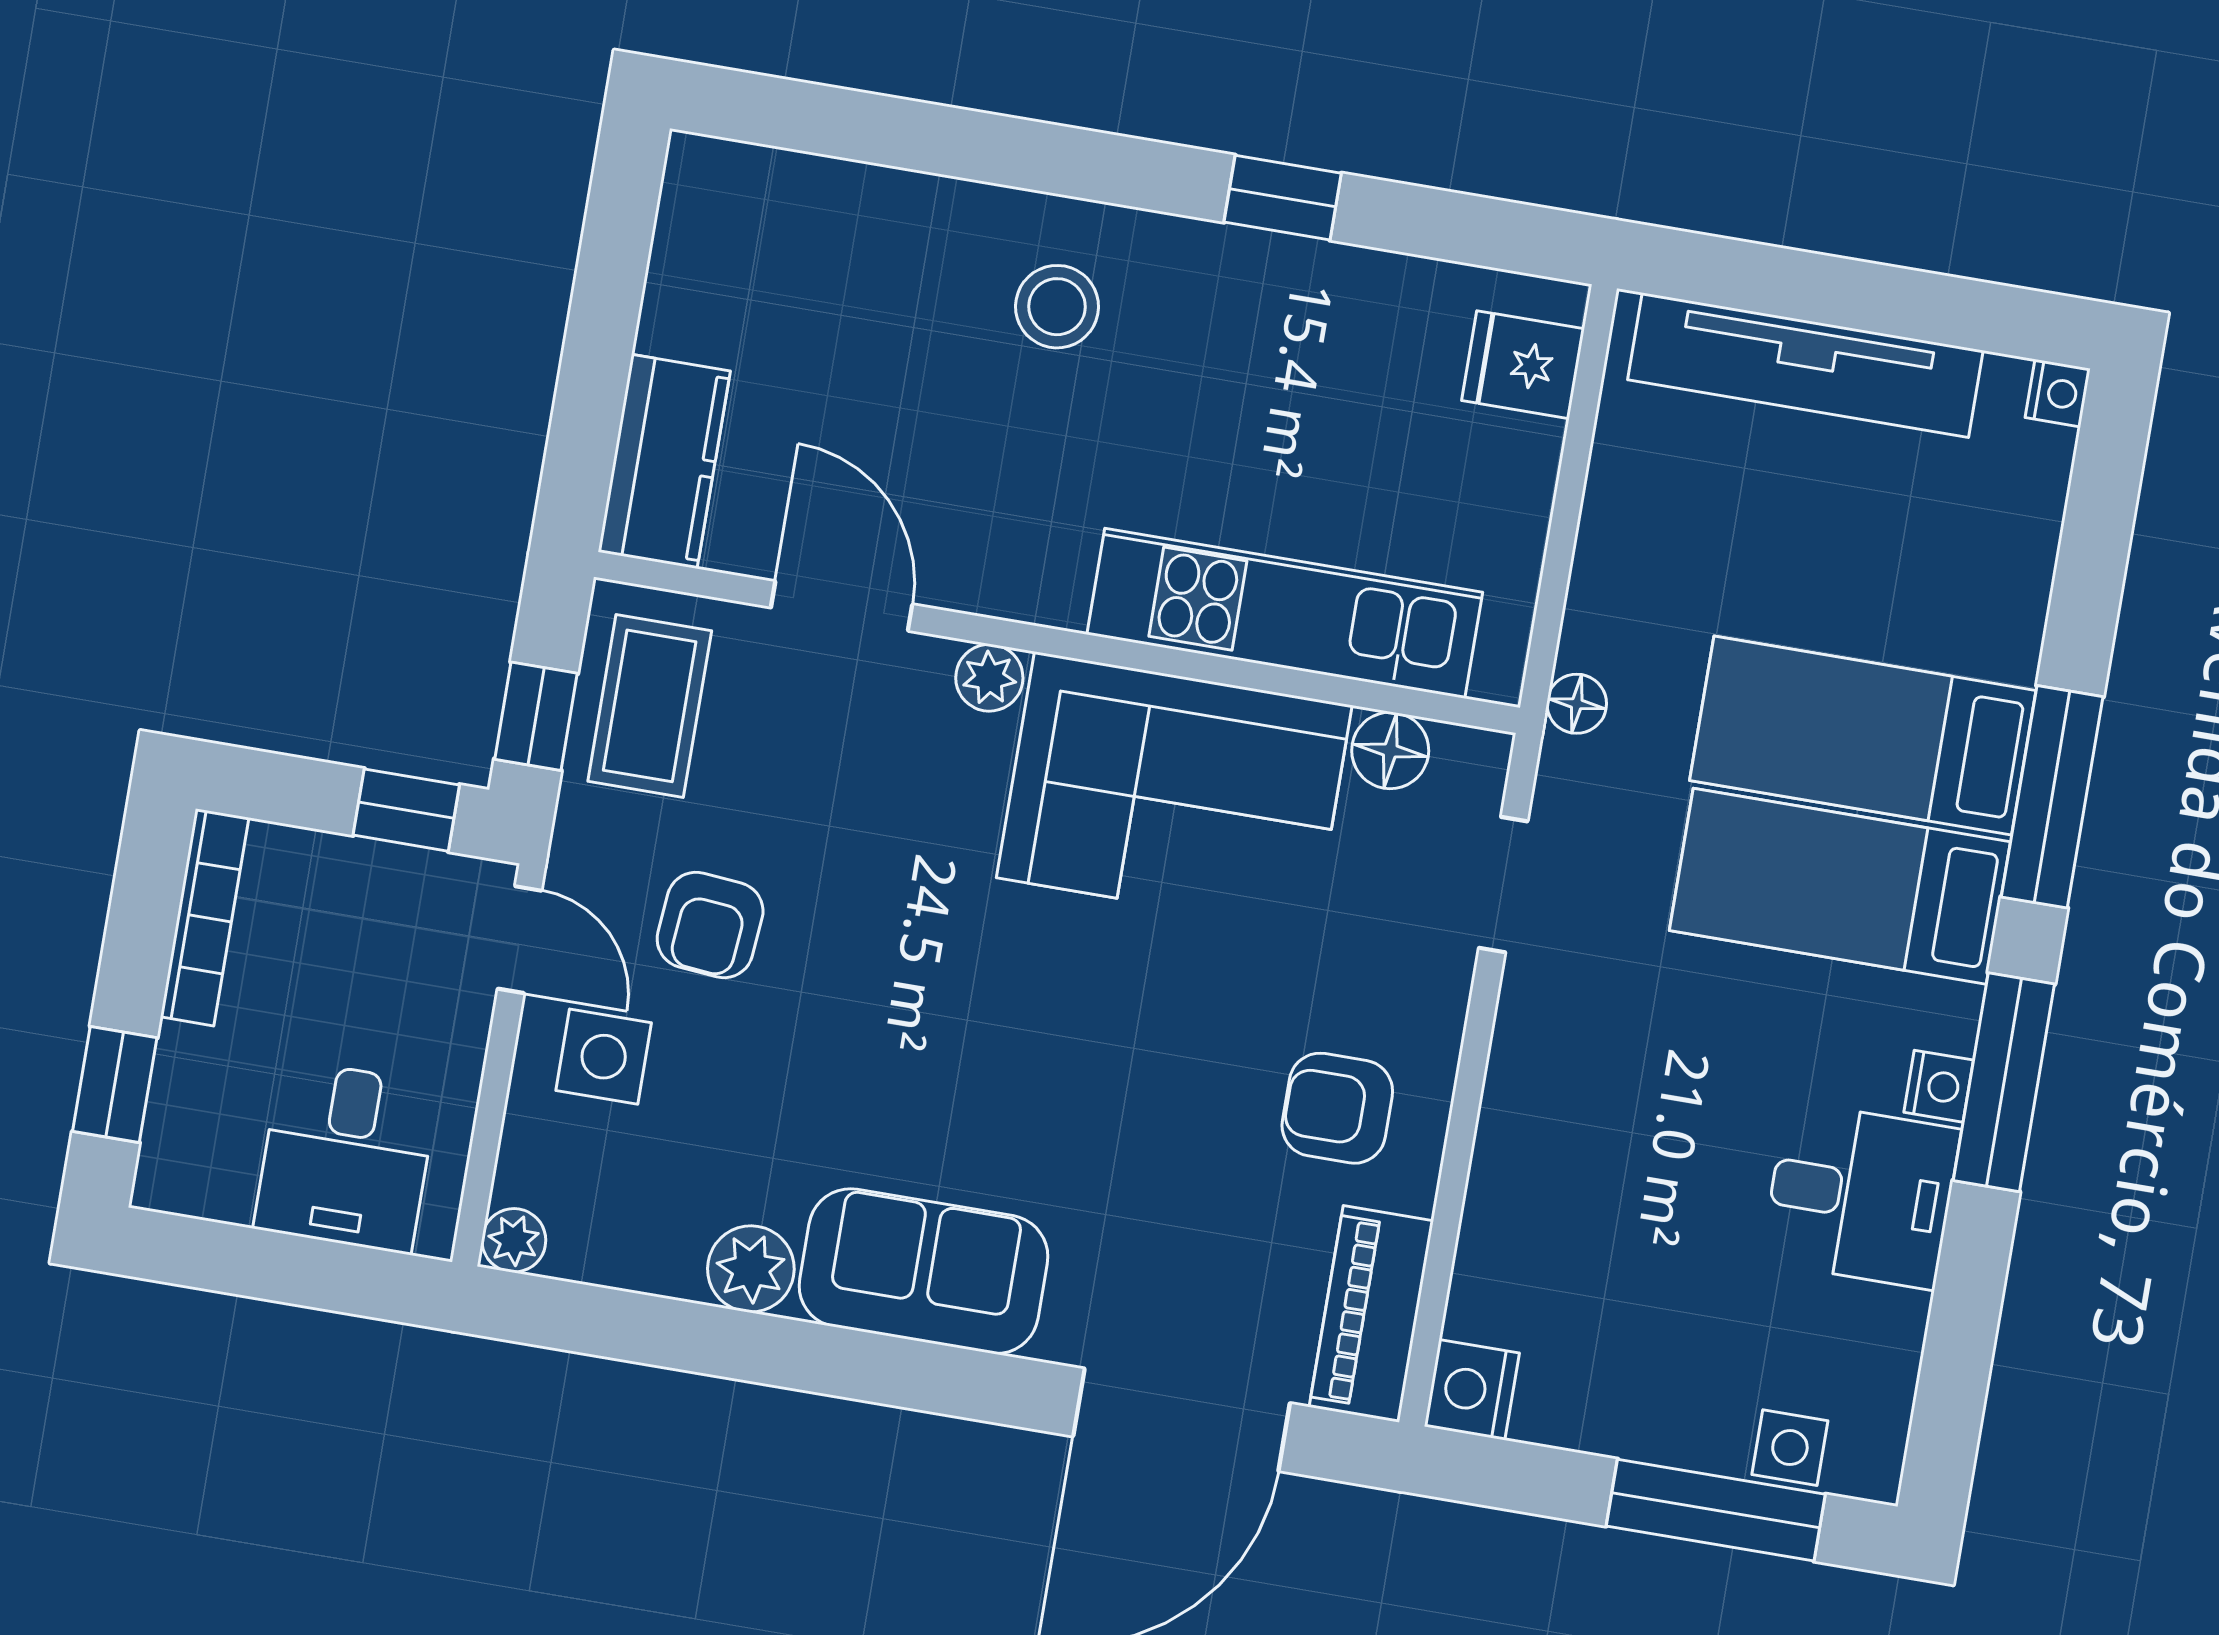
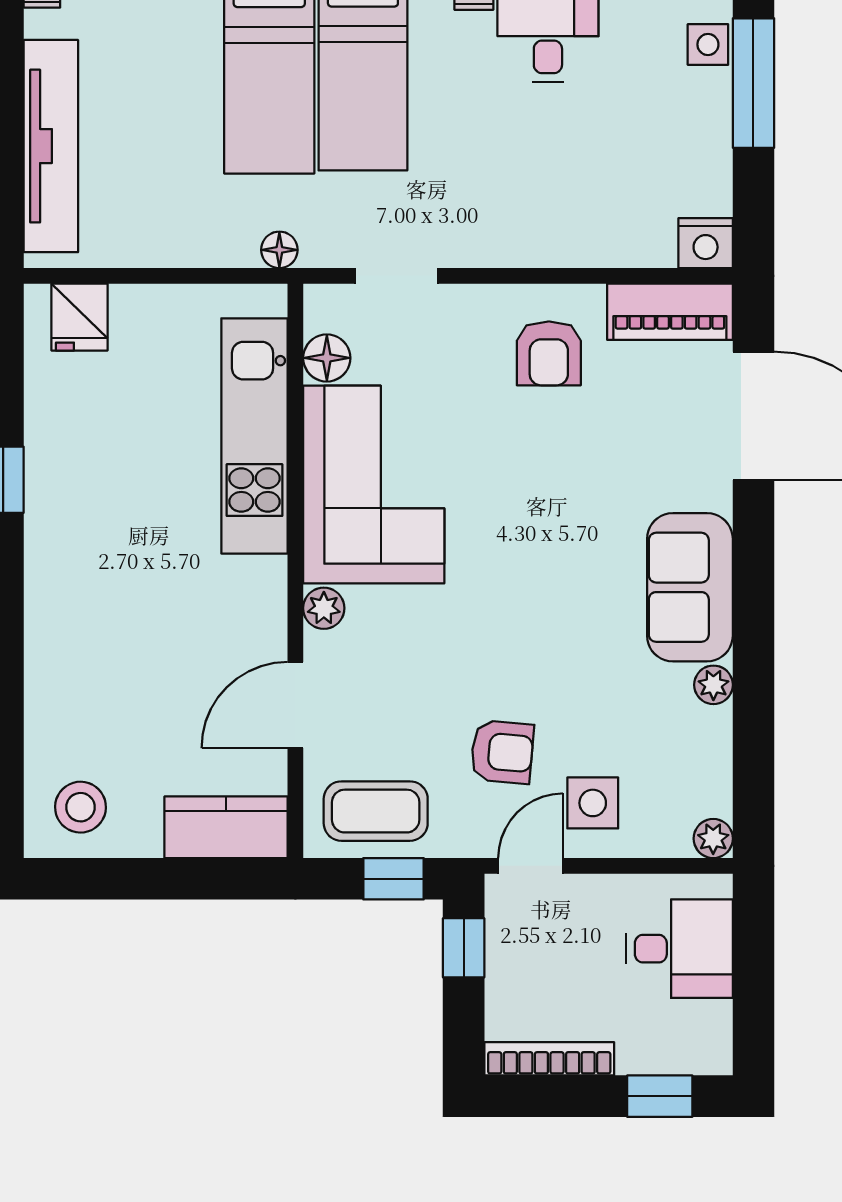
stool: (1057, 307) -> (81, 807), moved
plant: (751, 1269) -> (713, 685), width x0.73, depth x0.73

